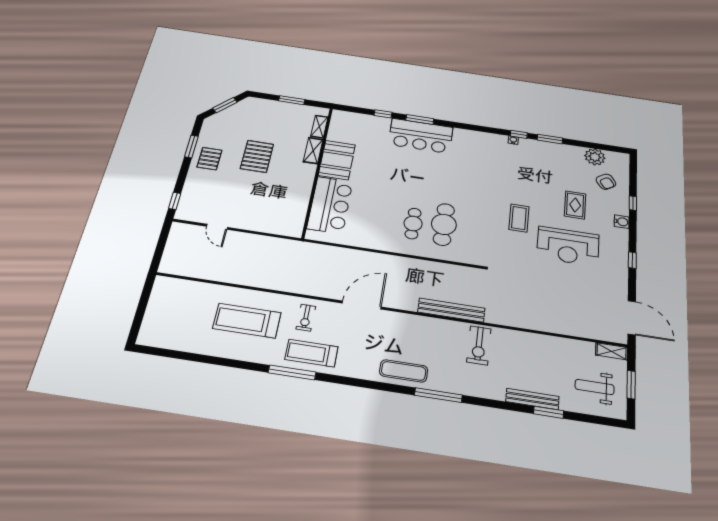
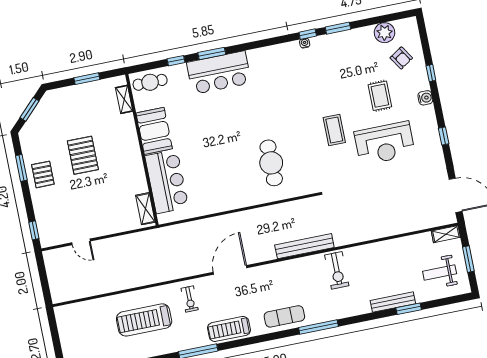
shelving: (313, 151) -> (145, 209), moved
cafe table: (413, 224) -> (150, 82), moved, turned 90
treadmill: (311, 353) -> (229, 329), moved

